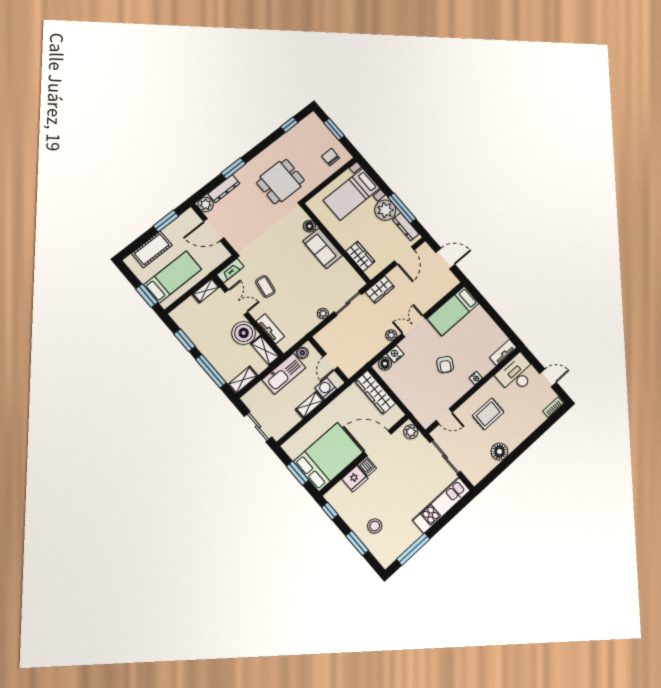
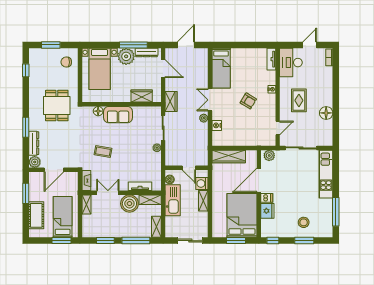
coffee table: (265, 287) -> (103, 152), moved
floor lamp: (385, 364) -> (217, 136), removed

